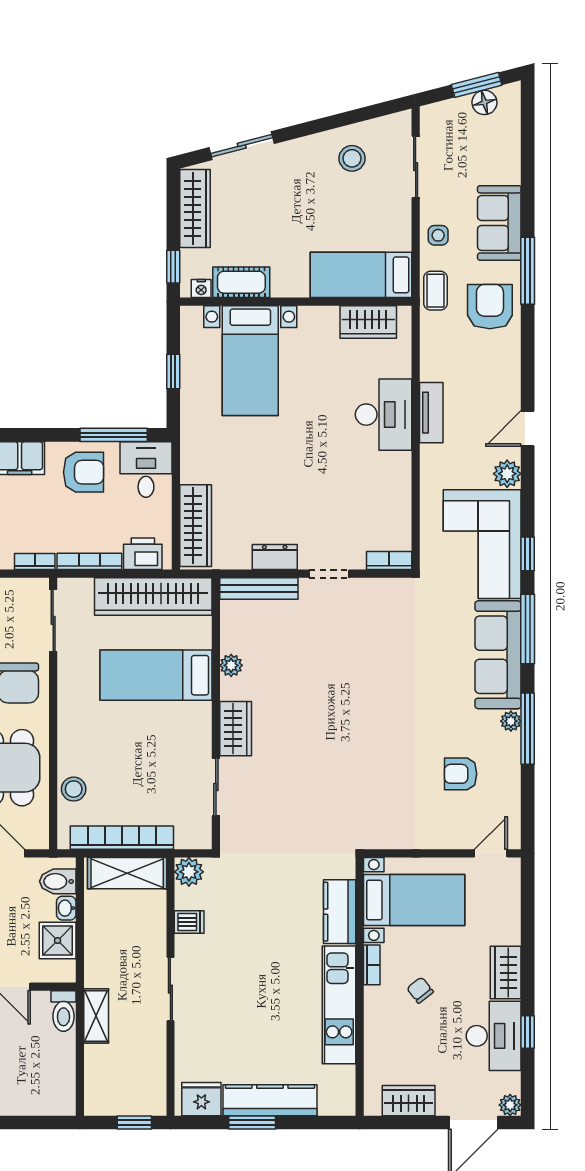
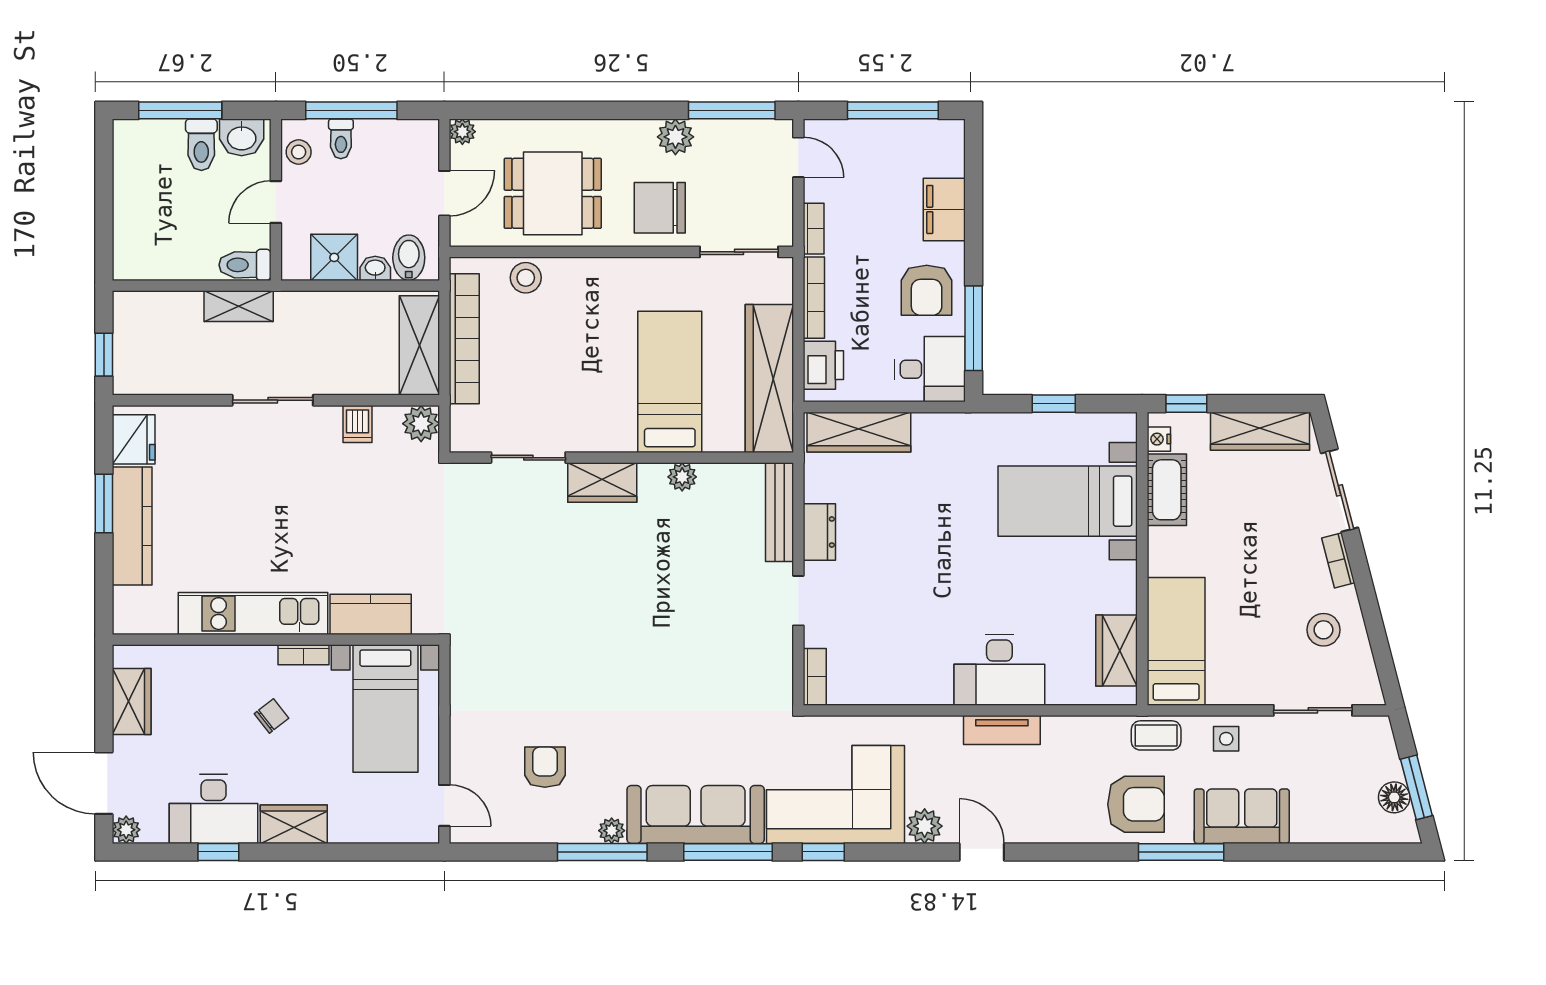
bookcase: (297, 147) -> (1338, 560), added

